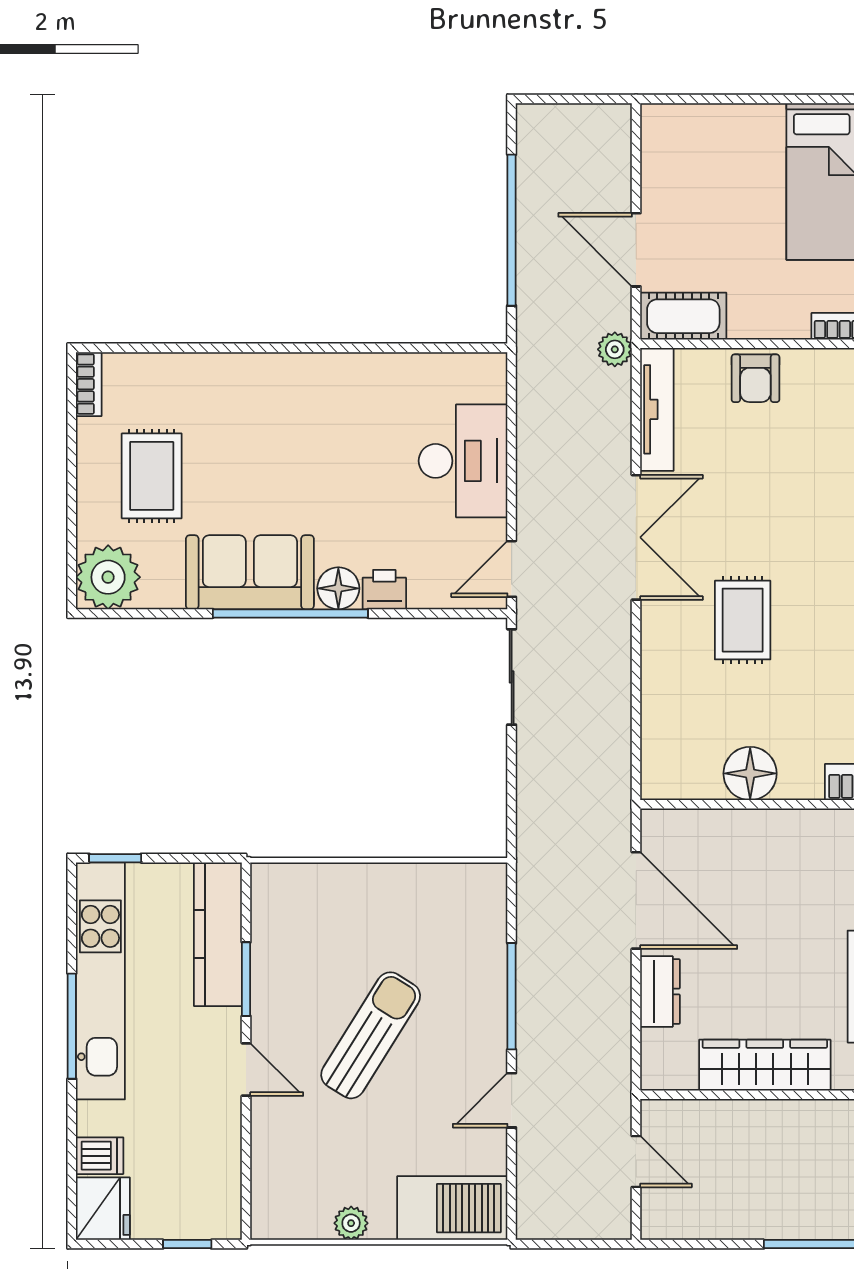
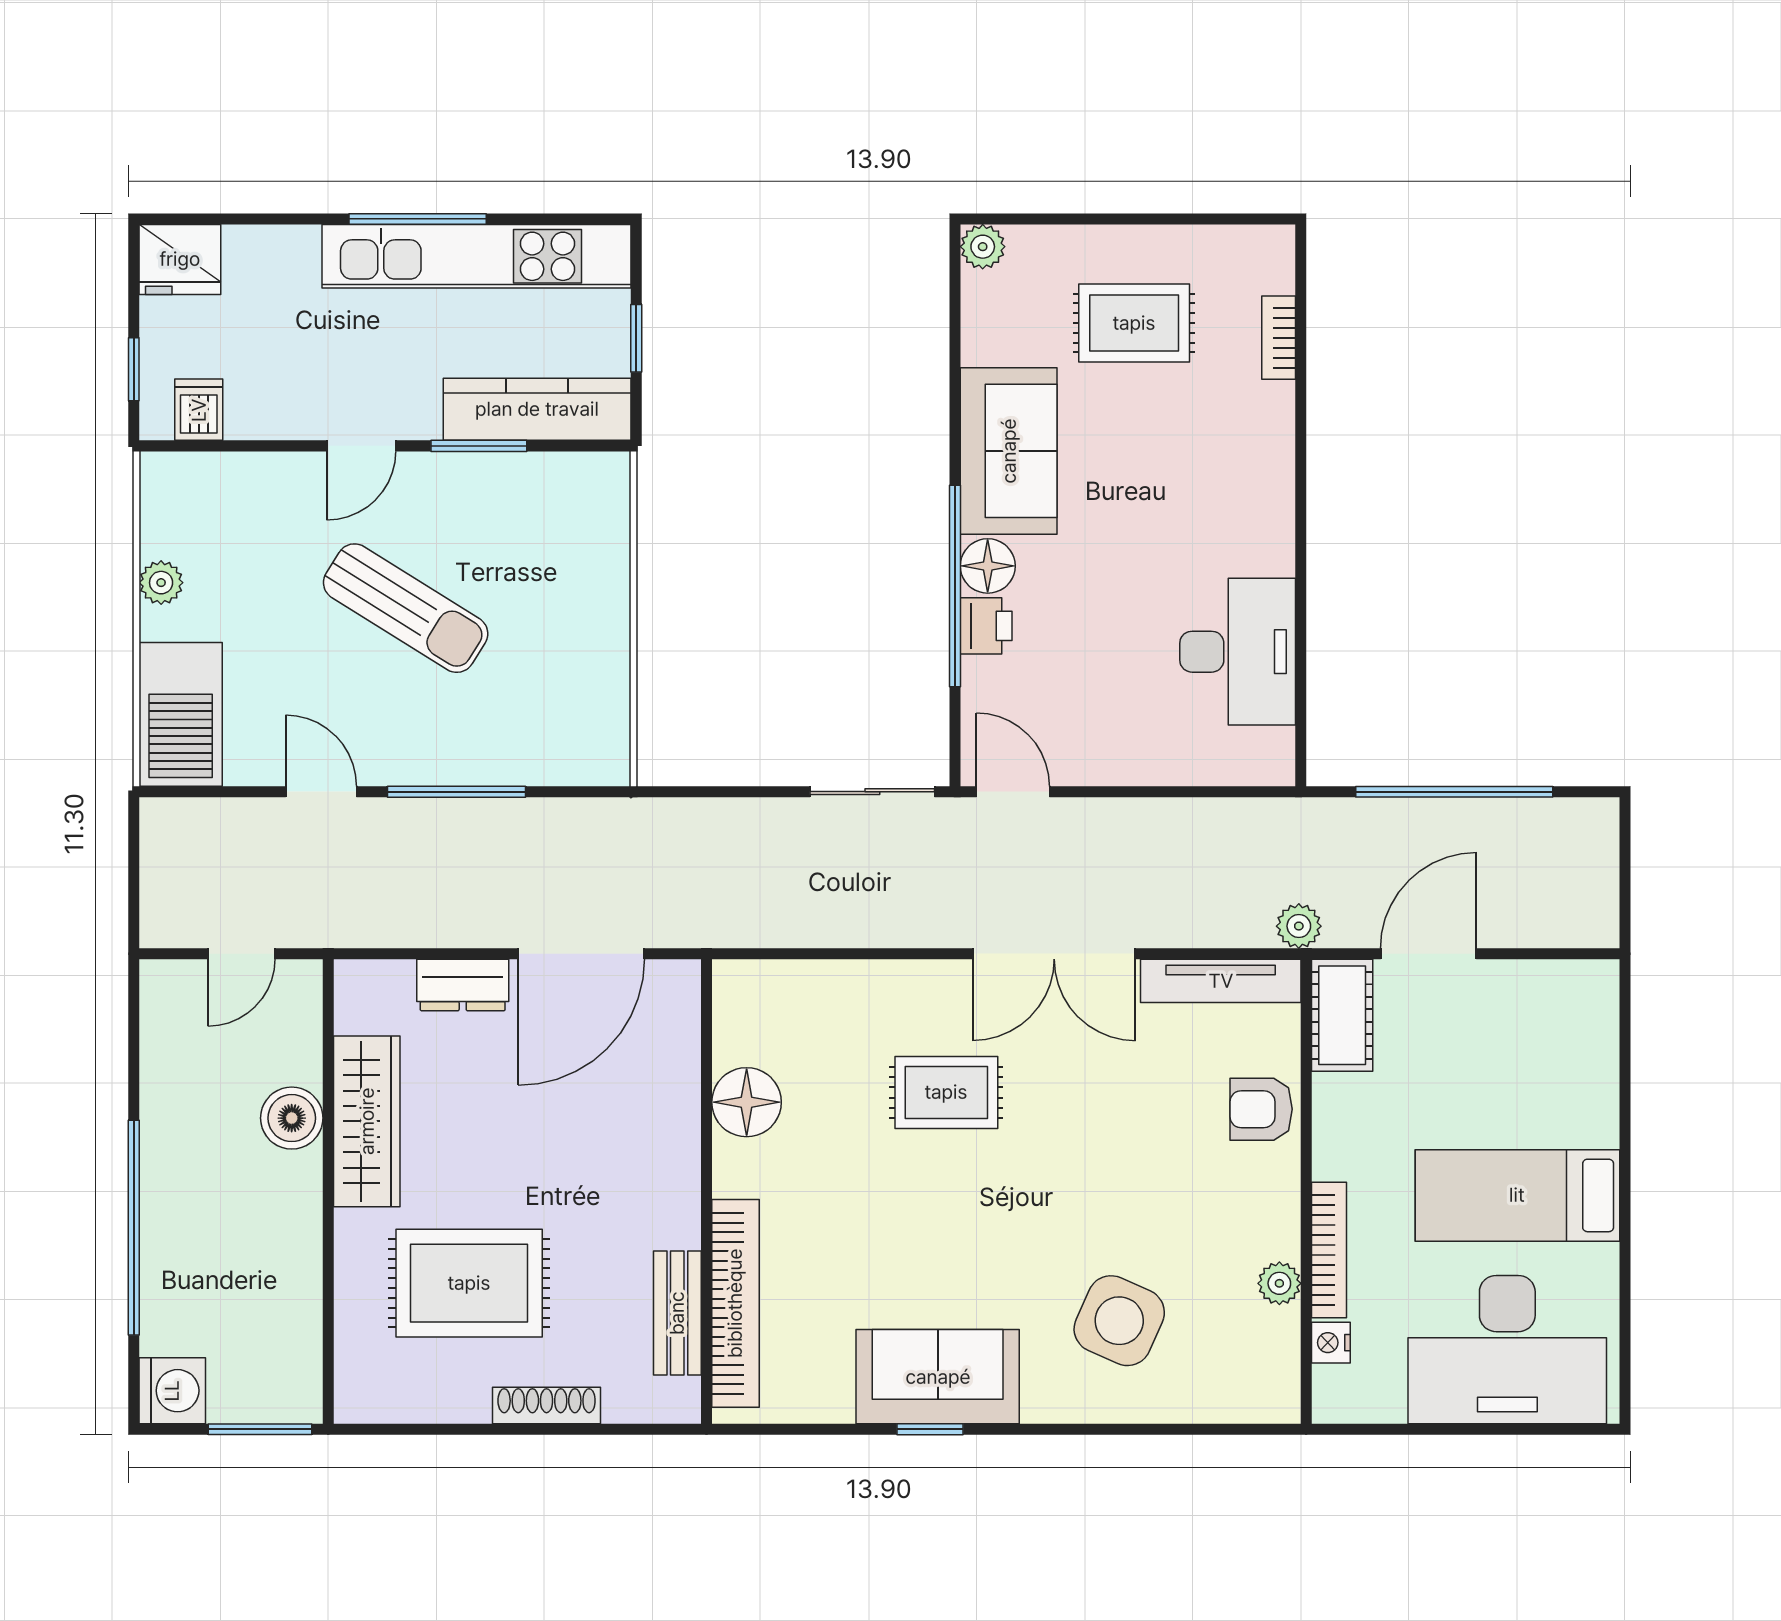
bookcase: (89, 384) -> (1279, 338), moved, turned 90
desk: (463, 461) -> (1238, 652), moved, turned -90
plant: (108, 577) -> (983, 247), width x0.53, depth x0.53
window: (290, 613) -> (955, 586), moved
window: (115, 858) -> (636, 338), moved
boiler: (762, 1123) -> (292, 1118), added
dishwasher: (100, 1156) -> (199, 410), moved, turned 180

